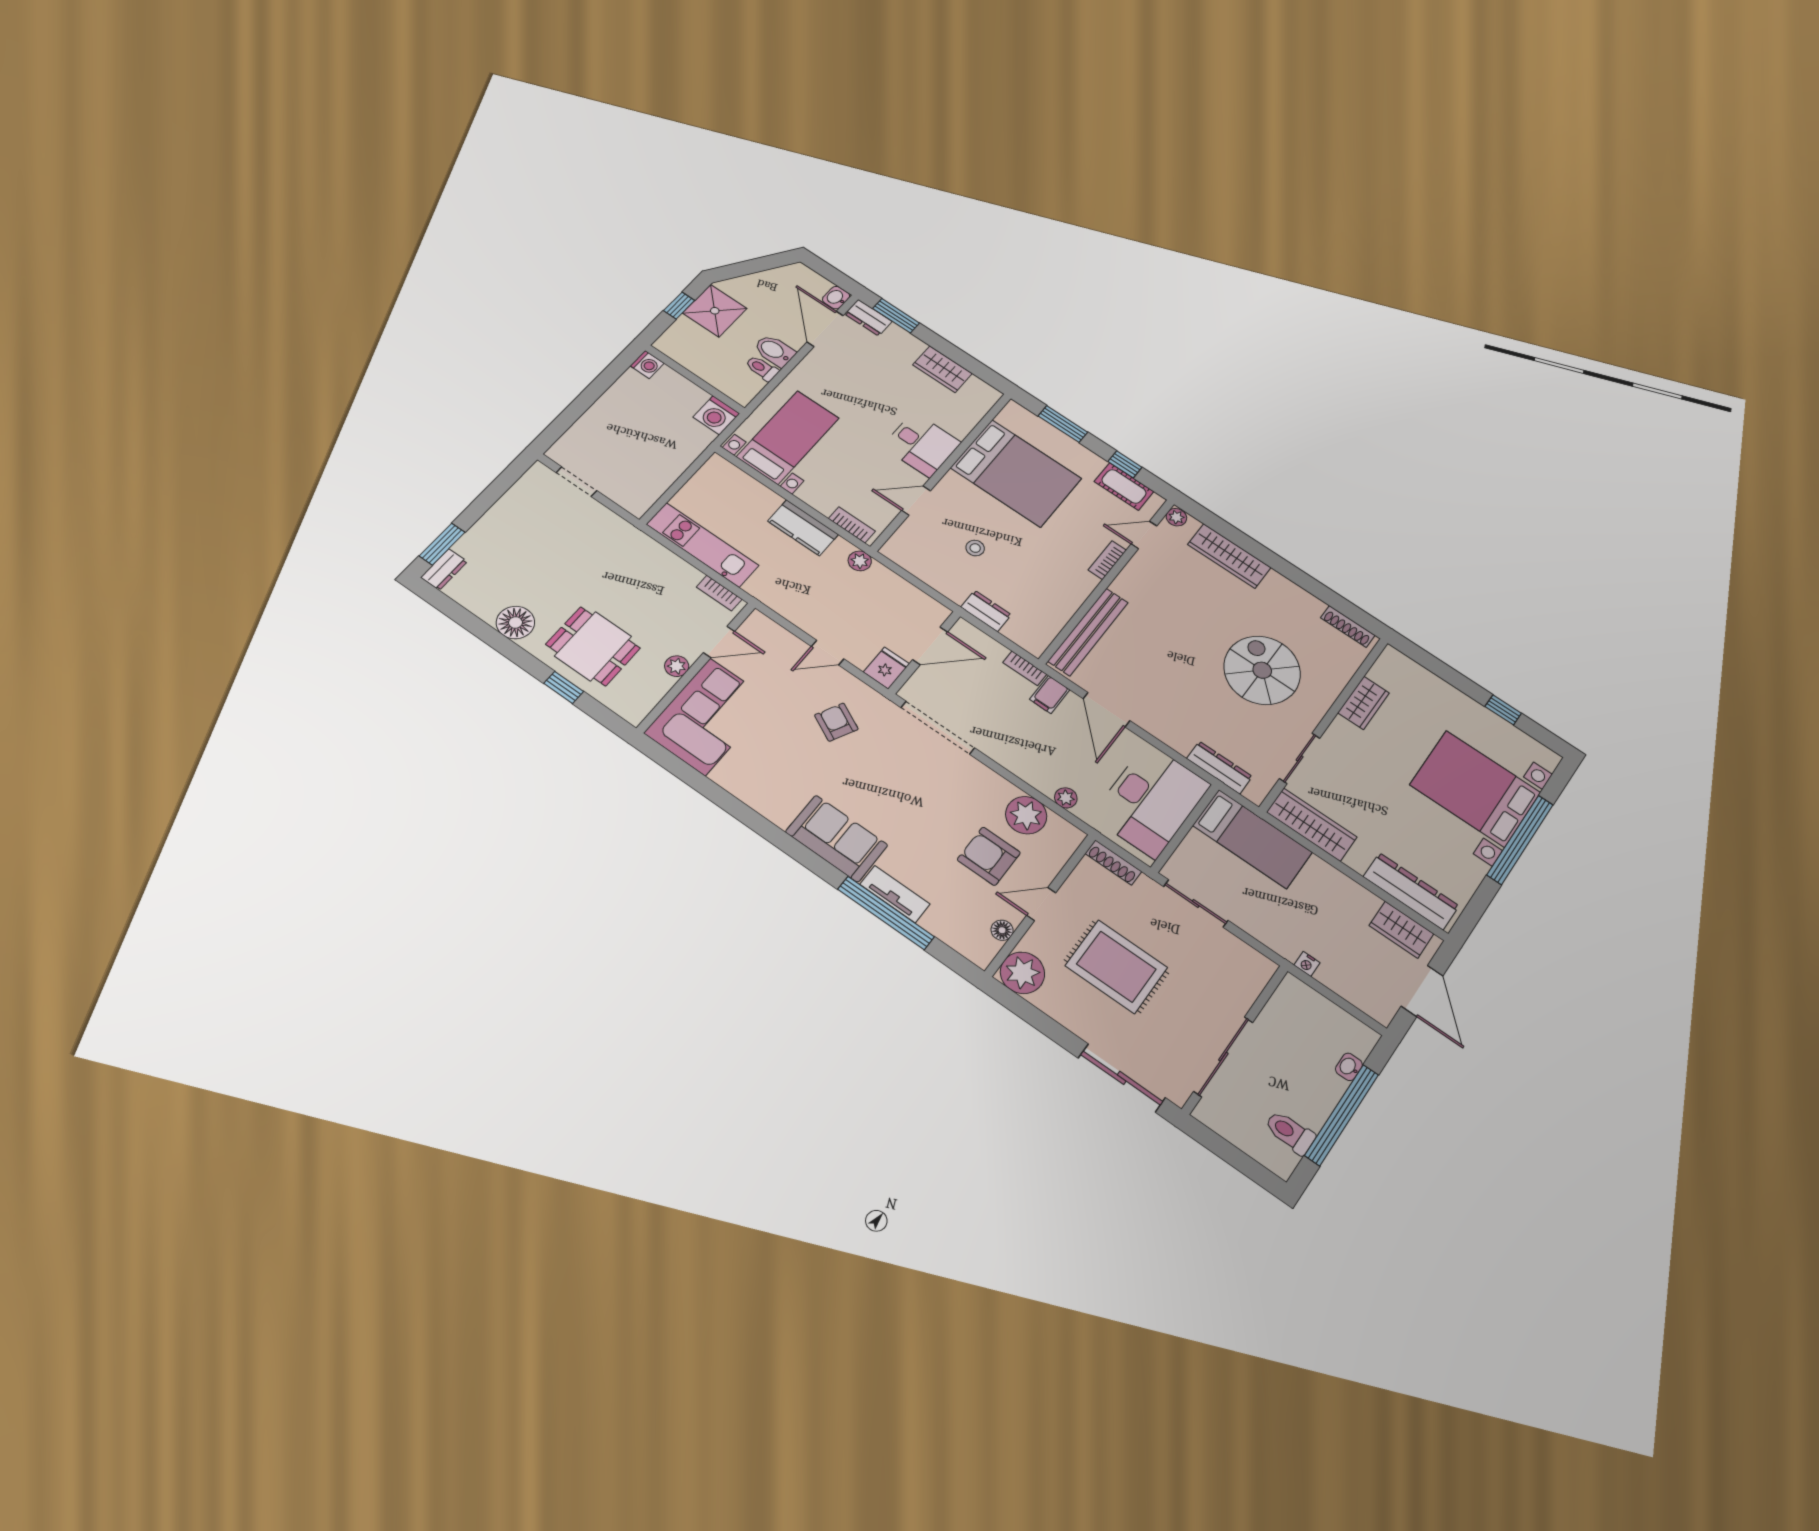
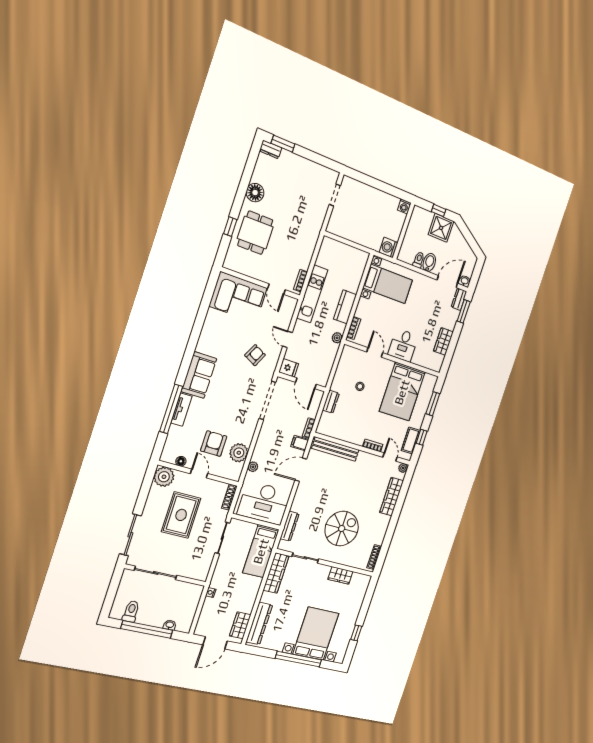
kitchen unit: (702, 545) -> (312, 294), moved
plant: (677, 666) -> (258, 274), removed

